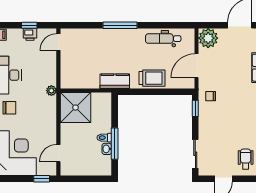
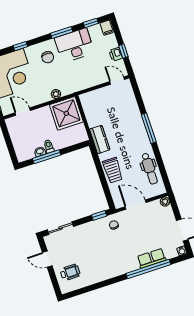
plant: (208, 38) -> (165, 202), width x0.53, depth x0.53
dental chair: (163, 39) -> (149, 169), turned 180
plant: (51, 91) -> (56, 94), moved

